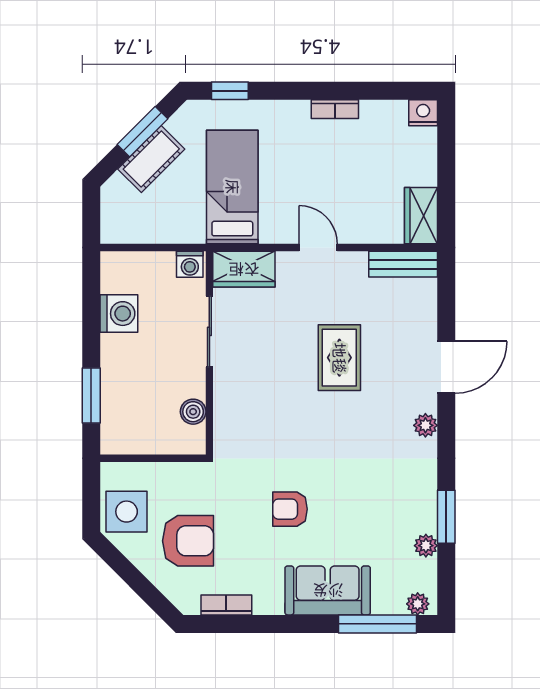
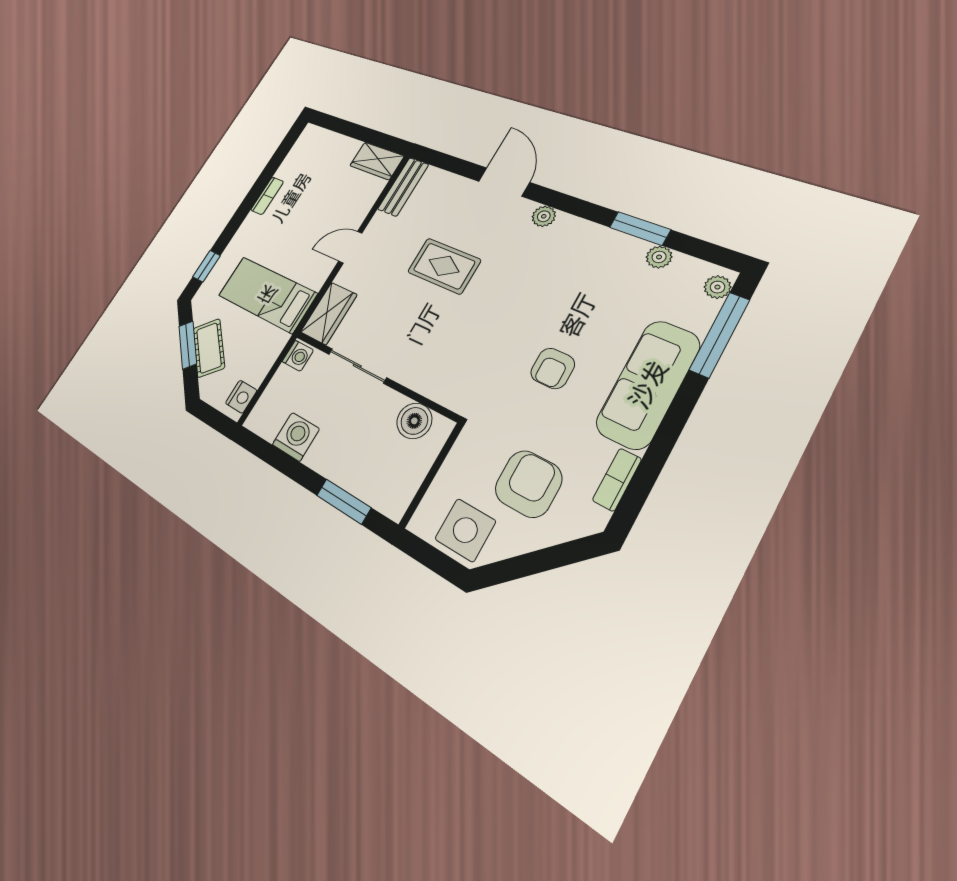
nightstand: (423, 113) -> (241, 397), moved, turned 180
boiler: (193, 412) -> (414, 421), width x1.36, depth x1.36
sofa: (328, 590) -> (648, 384), width x1.36

